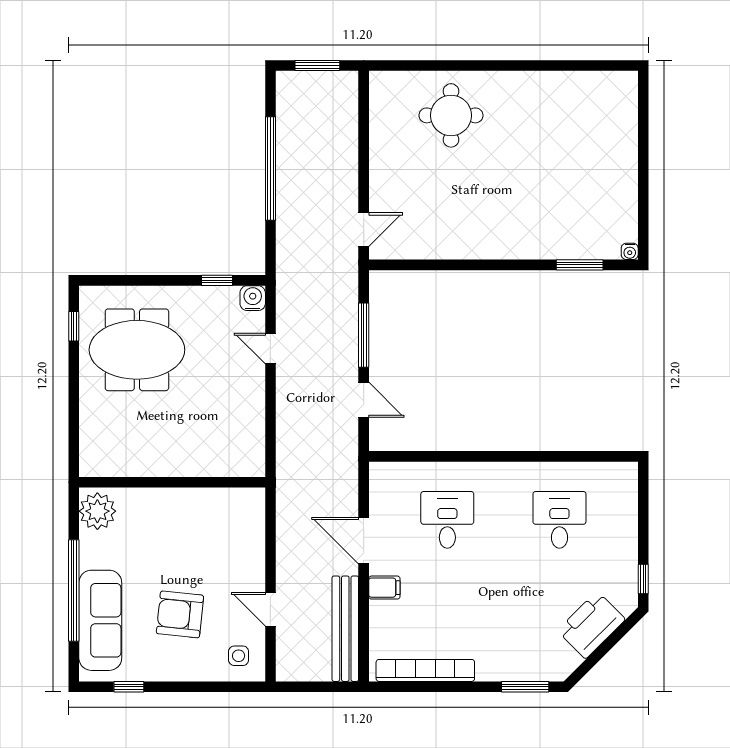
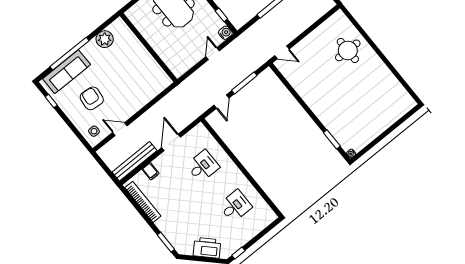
wall: (172, 482) -> (149, 48), moved
filing cabinet: (384, 588) -> (151, 171), moved
door: (270, 609) -> (120, 129), hinge flipped

